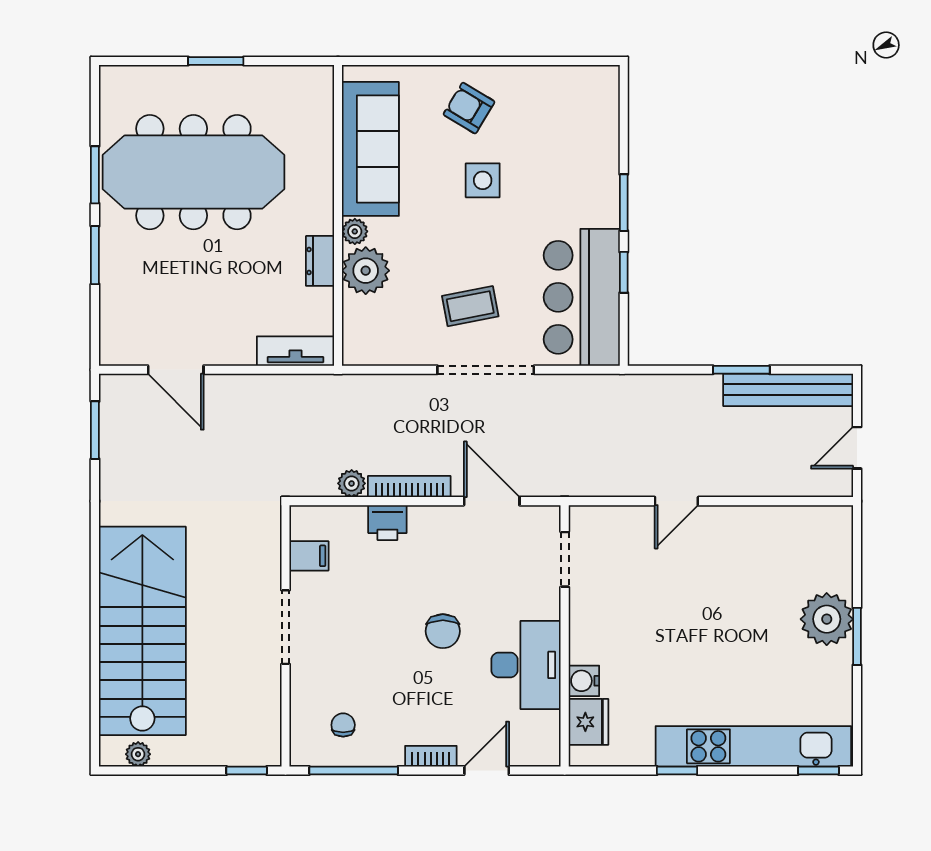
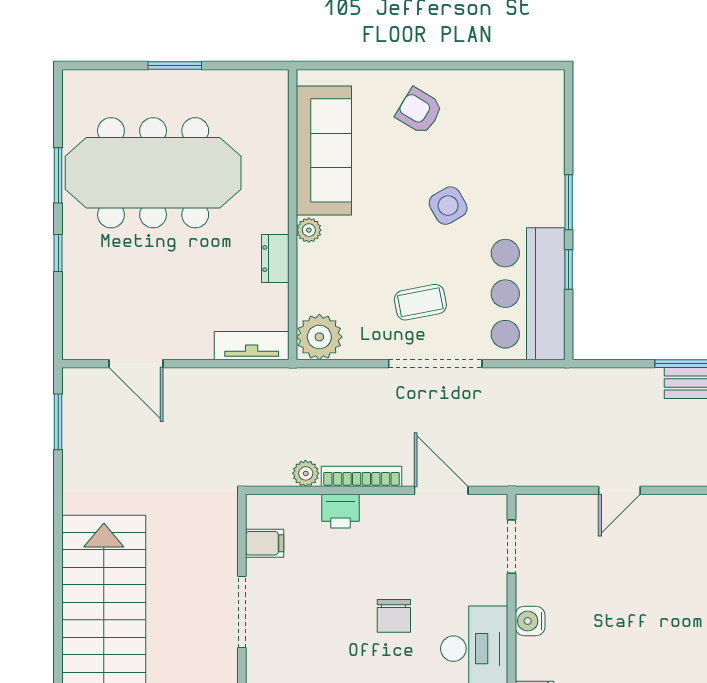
side table: (483, 180) -> (448, 206), moved, turned -30
window: (95, 255) -> (58, 253), width x0.67
plant: (366, 271) -> (319, 337), moved
water cooler: (584, 681) -> (530, 621), moved

